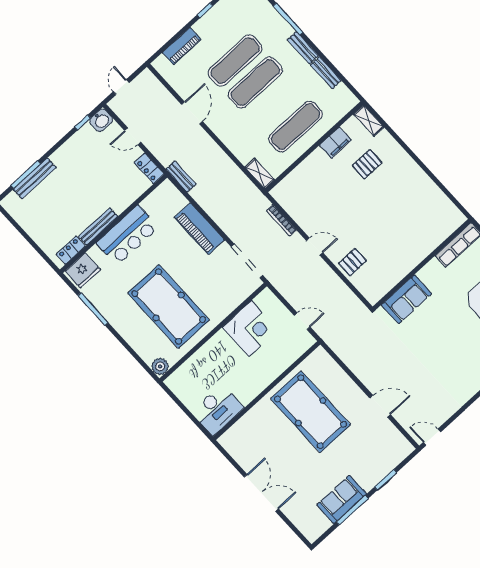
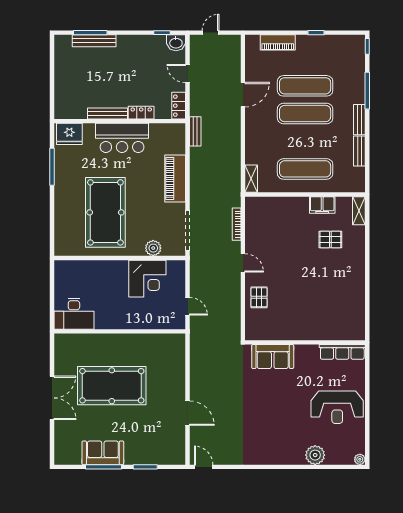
locker: (71, 250) -> (141, 113), moved
pallet: (352, 262) -> (259, 297), turned 90
plant: (160, 366) -> (153, 248), moved
pool table: (311, 412) -> (112, 386), moved, turned 90

